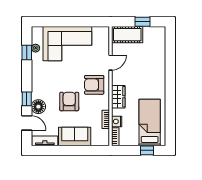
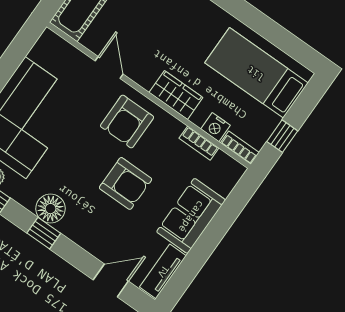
window: (27, 99) -> (44, 233), moved
armchair: (69, 102) -> (126, 183), turned 180
floor lamp: (38, 107) -> (51, 209), moved
window: (147, 150) -> (282, 136), moved

